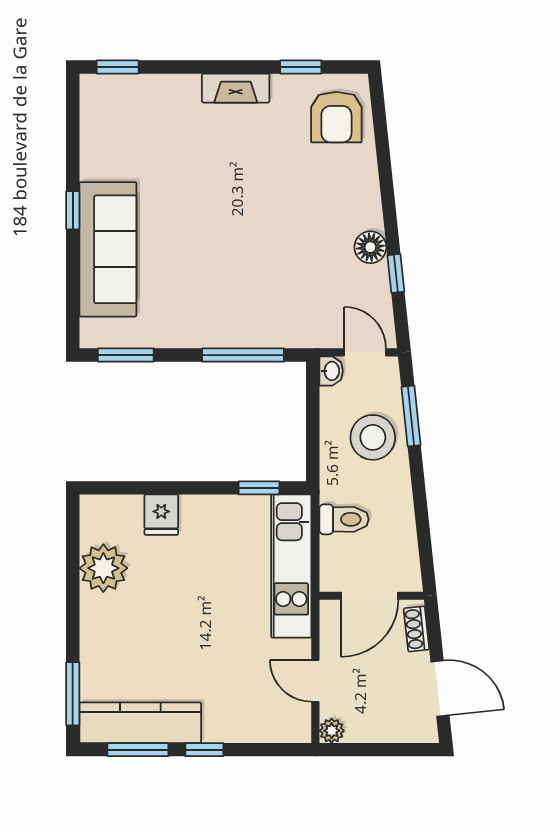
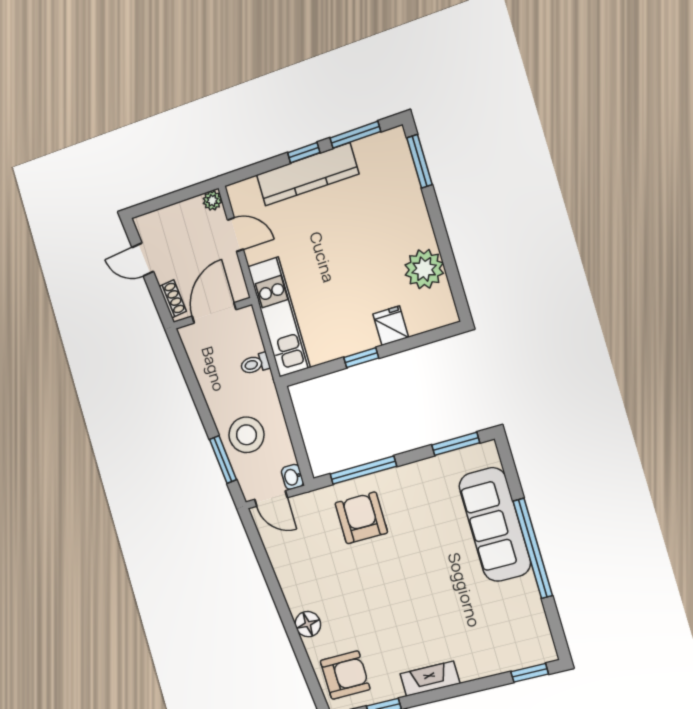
armchair: (336, 117) -> (345, 675), turned 89
window: (73, 210) -> (533, 548), width x3.17
floor lamp: (370, 247) -> (308, 624), moved
window: (396, 273) -> (266, 566), removed
armchair: (262, 299) -> (361, 518), added
window: (259, 488) -> (361, 358), moved
toilet: (344, 519) -> (255, 364), width x0.73, depth x0.72
door: (440, 689) -> (143, 259), width x0.73
kitchen counter: (140, 723) -> (307, 174), moved

